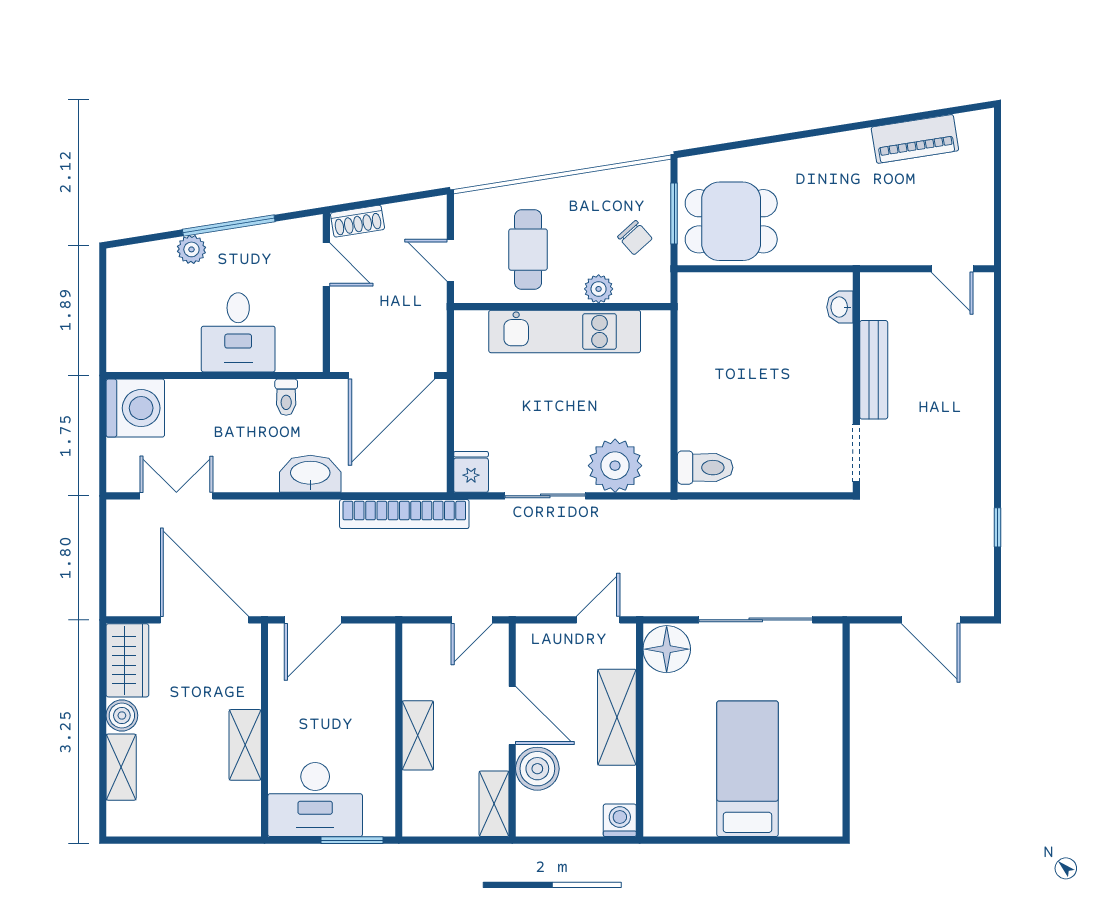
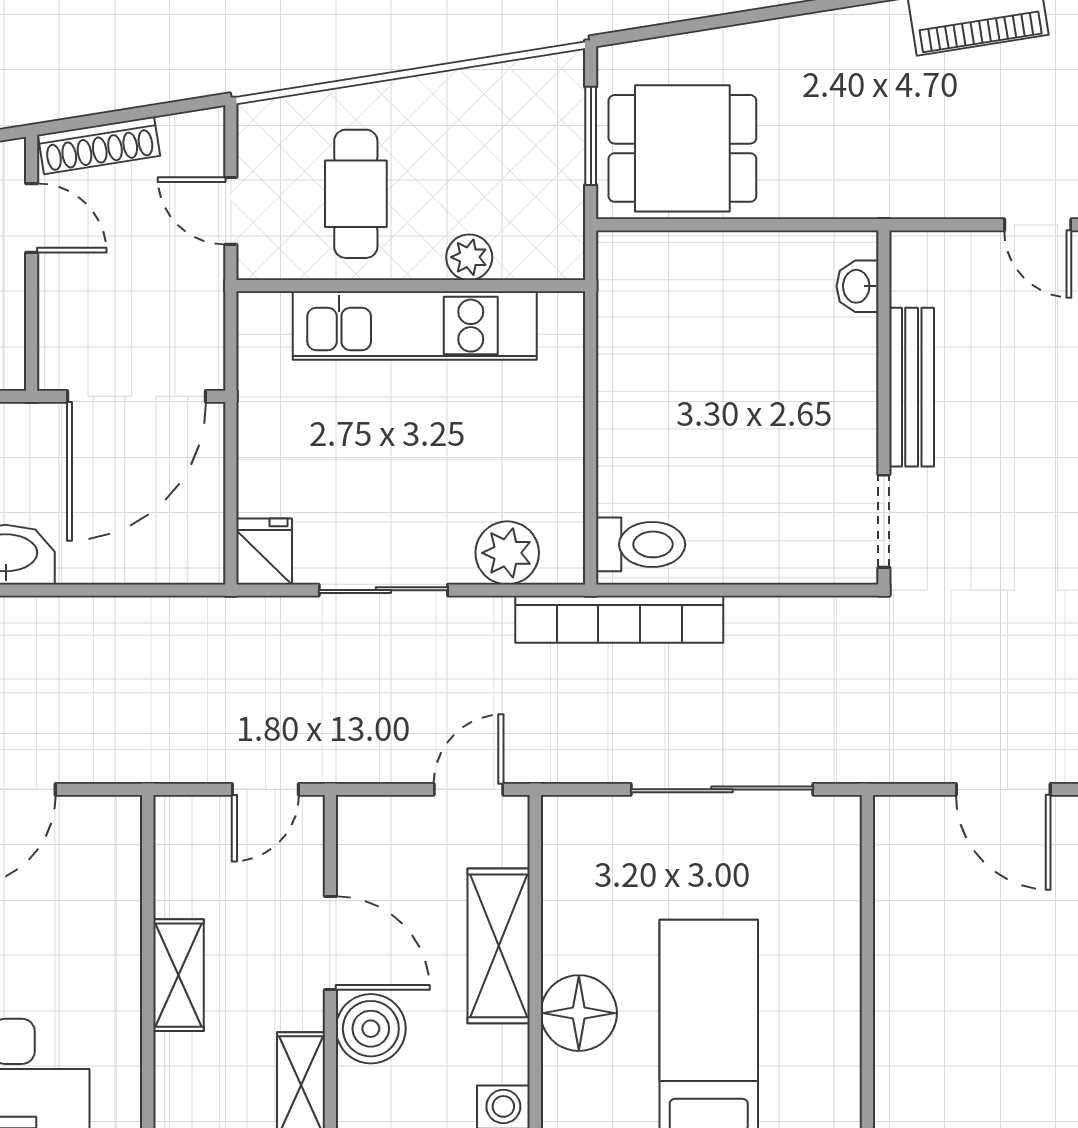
shoe rack: (358, 221) -> (99, 145), width x1.43
chair: (635, 238) -> (528, 175), removed
plant: (615, 466) -> (507, 553), width x0.73, depth x0.73
bookcase: (404, 514) -> (619, 619), moved
floor lamp: (667, 649) -> (579, 1013), moved

